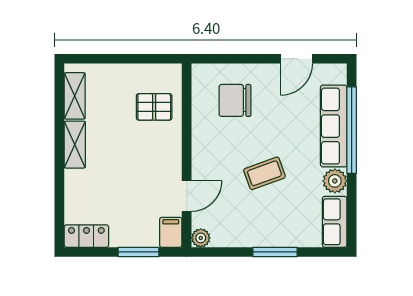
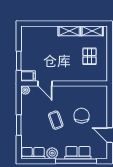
chair: (235, 100) -> (82, 116), moved
pallet: (154, 107) -> (90, 56), moved
row of seats: (334, 126) -> (78, 153), width x0.68
locker: (86, 236) -> (26, 36), removed

